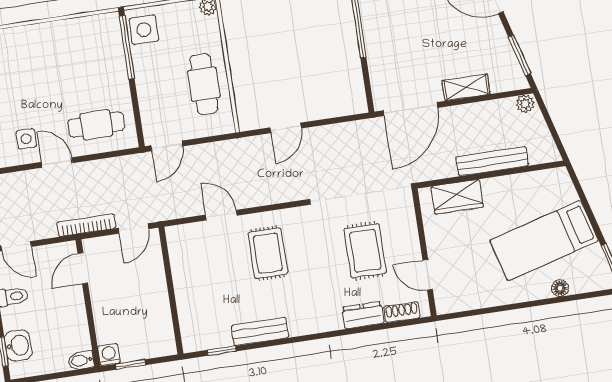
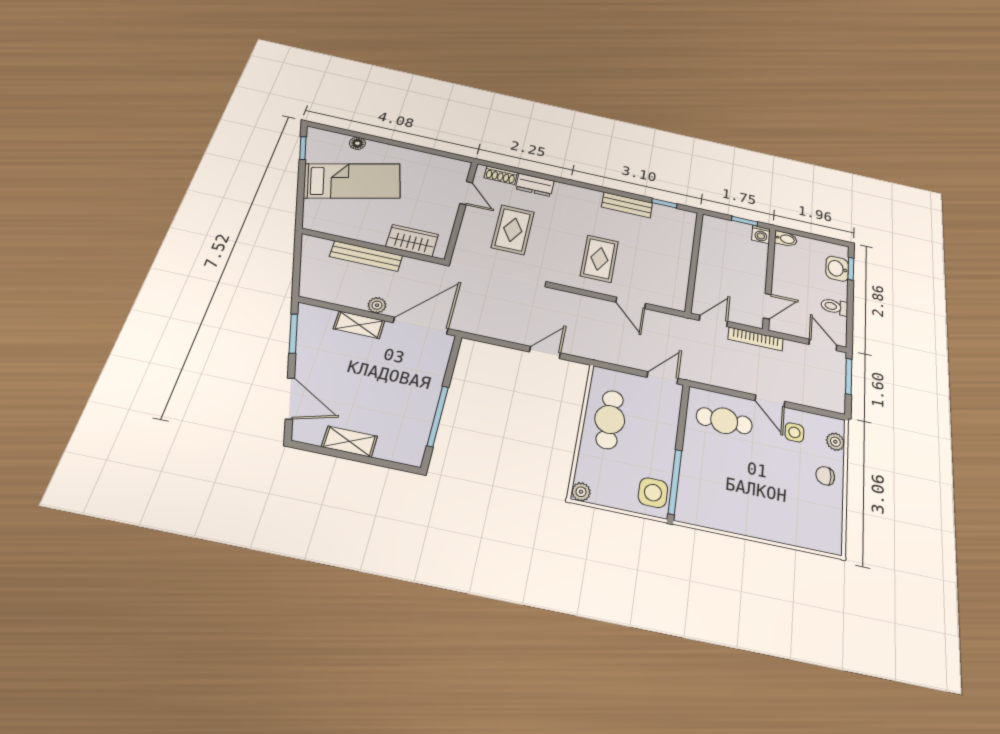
plant: (525, 104) -> (377, 305), moved

